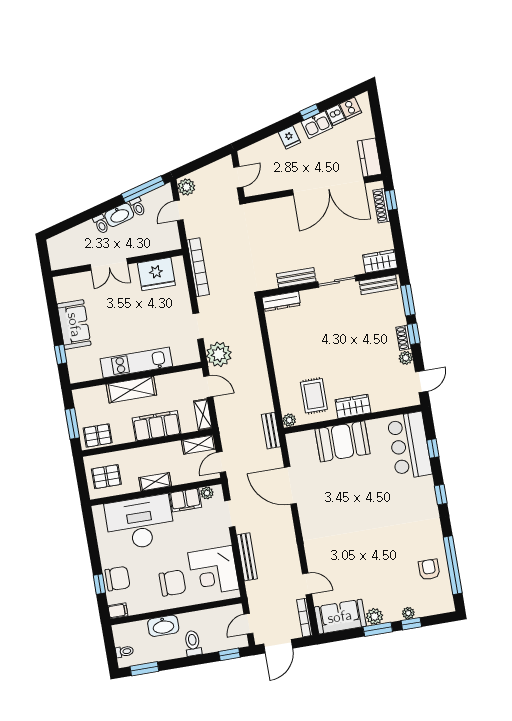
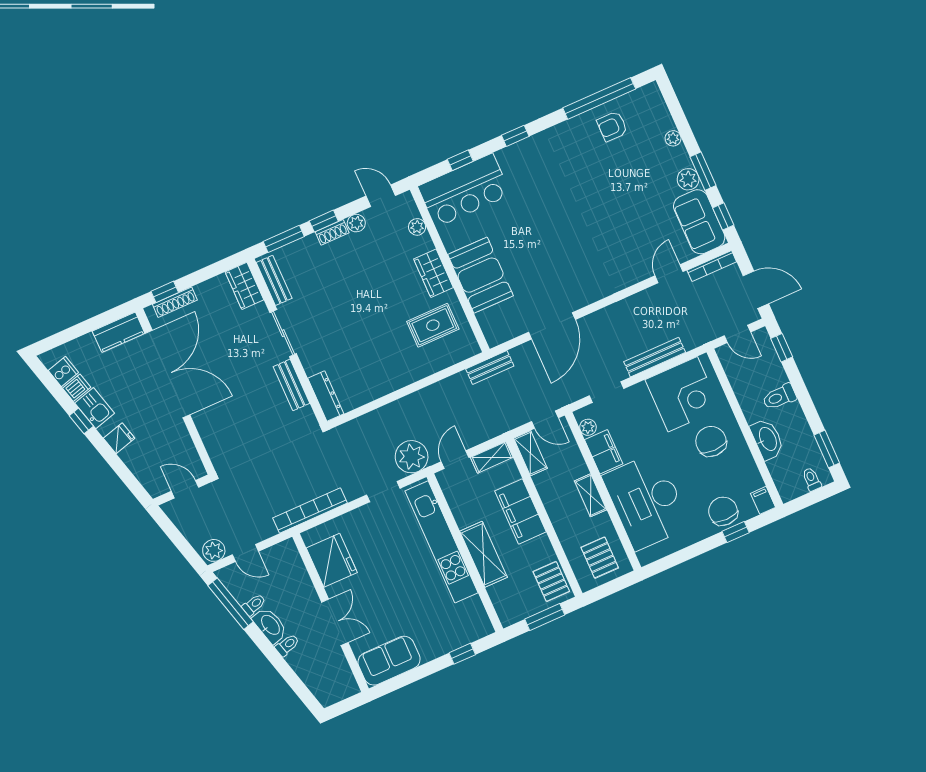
sofa: (74, 325) -> (389, 661), moved
kitchen unit: (136, 362) -> (442, 542), width x1.36
plant: (289, 420) -> (417, 227), moved
window: (411, 624) -> (723, 216), moved

